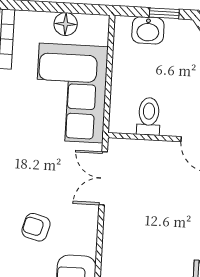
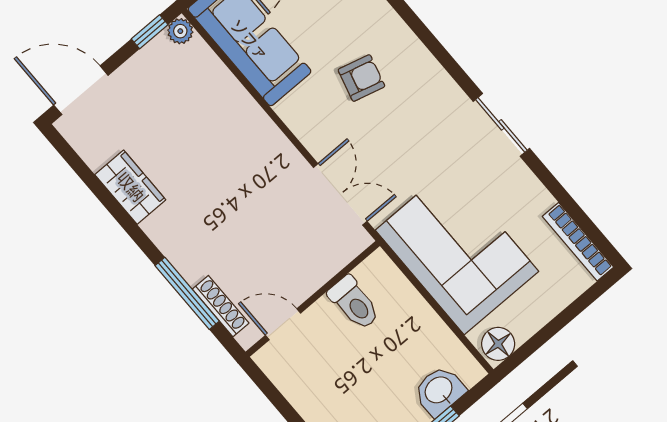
floor lamp: (66, 24) -> (498, 344), moved

